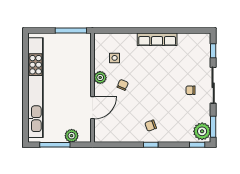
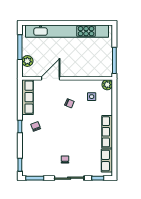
row of seats: (192, 40) -> (107, 160), added
plant: (100, 77) -> (107, 85), moved
door: (92, 108) -> (51, 78), swing flipped
plant: (202, 131) -> (31, 169), removed
row of seats: (115, 135) -> (28, 97), added

